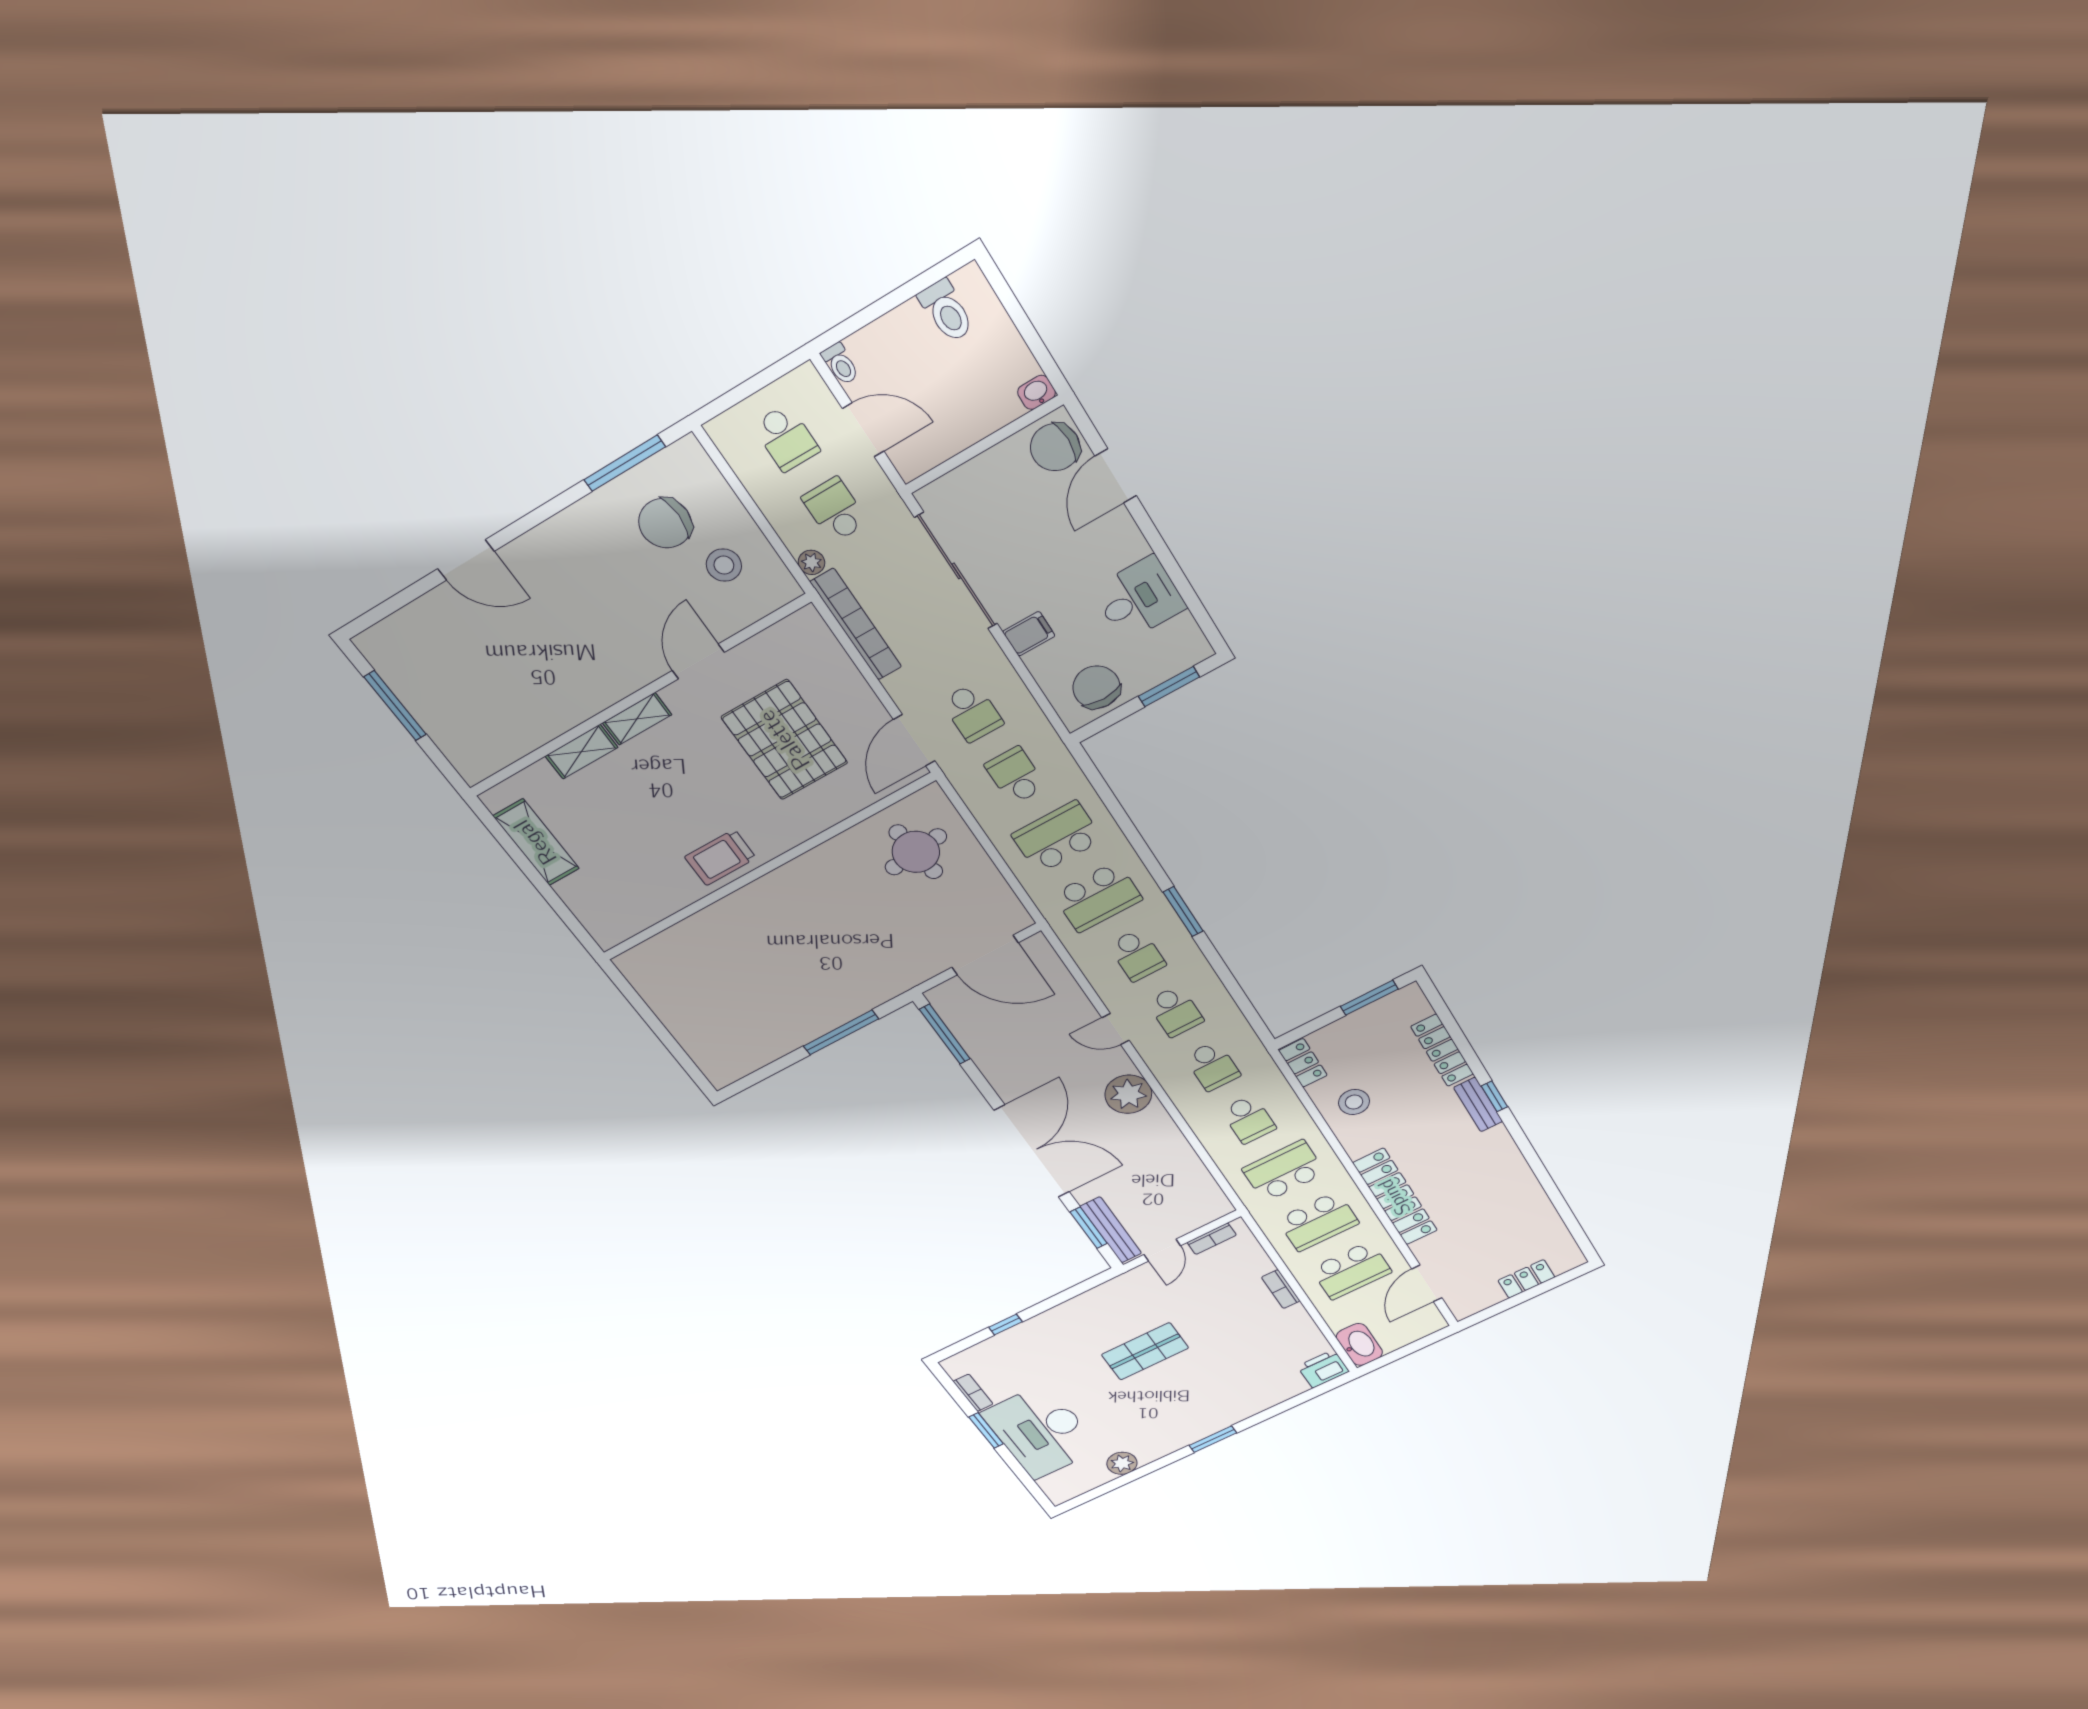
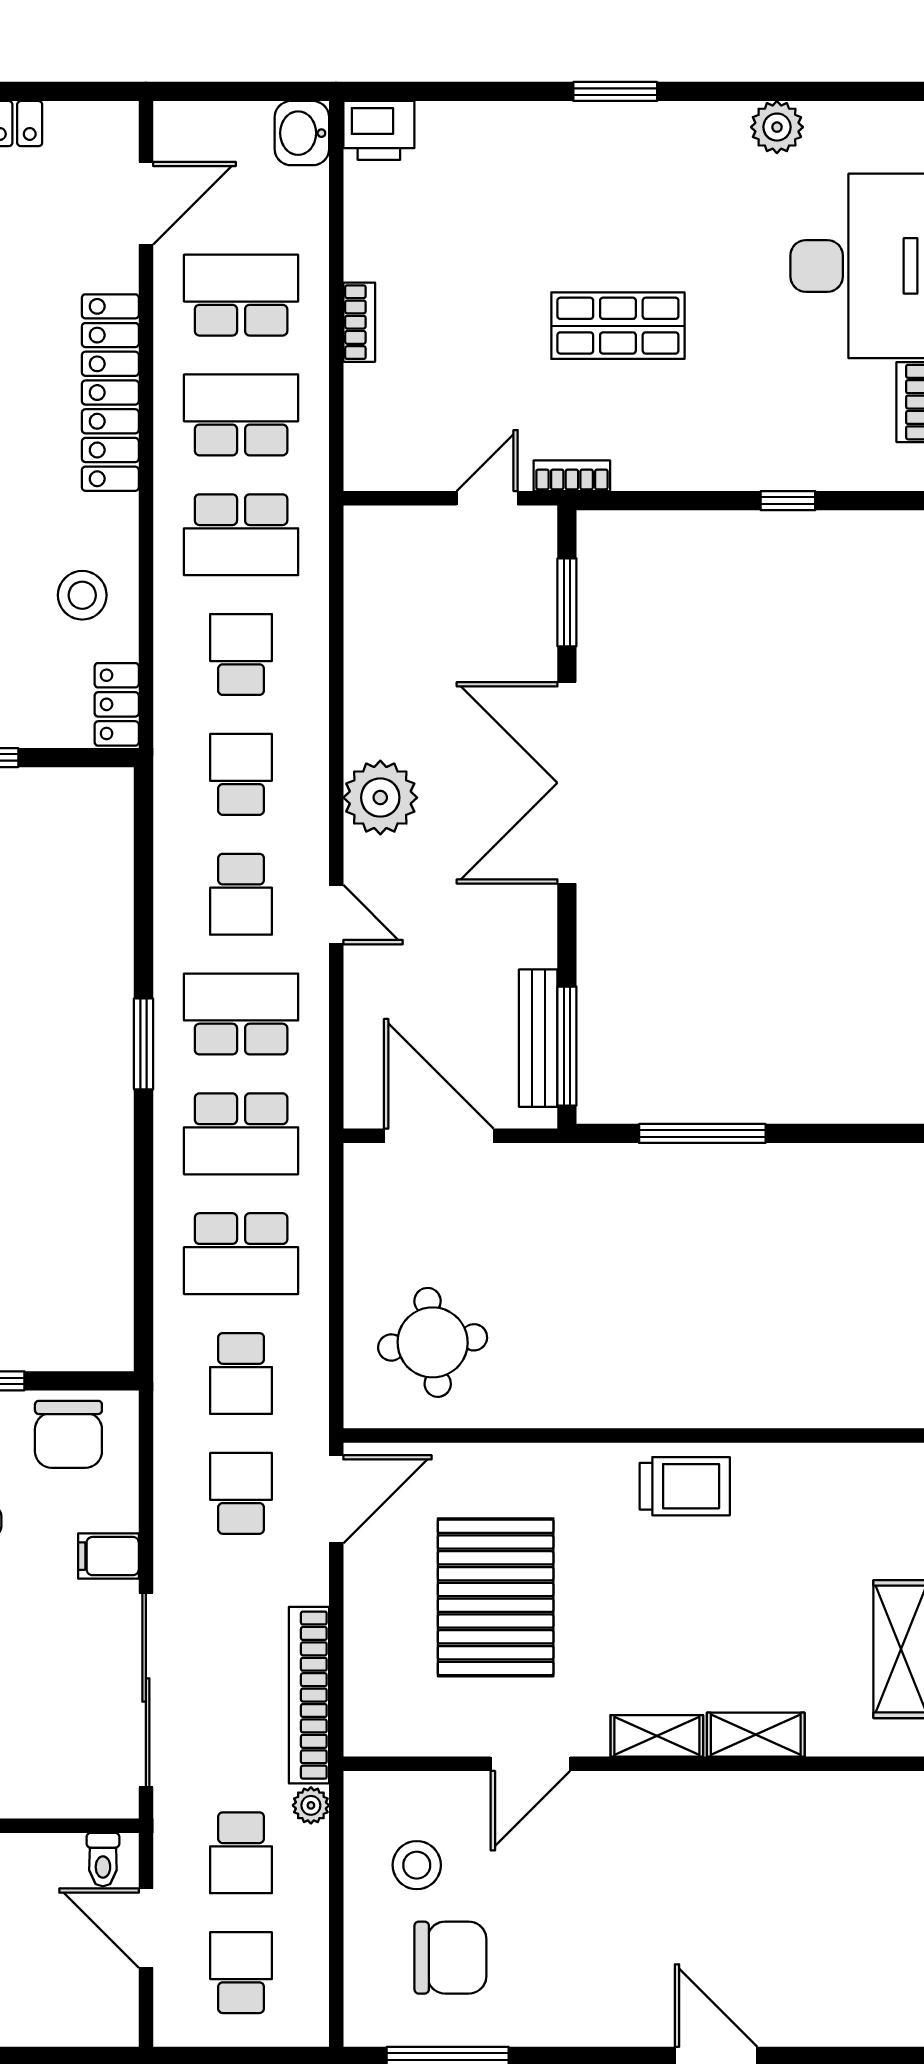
toilet: (840, 364) -> (103, 1860), moved, turned 180
school desk: (1098, 897) -> (241, 1134), turned 180
school desk: (1137, 955) -> (241, 1014), width x1.85
school desk: (1175, 1011) -> (241, 894), turned 180
bench: (1111, 1230) -> (538, 1038), moved
bookcase: (1212, 1239) -> (572, 476), moved
washbasin: (1359, 1345) -> (302, 133), width x0.72

